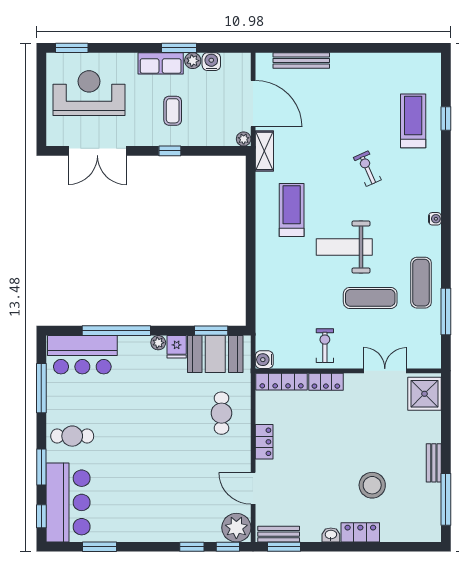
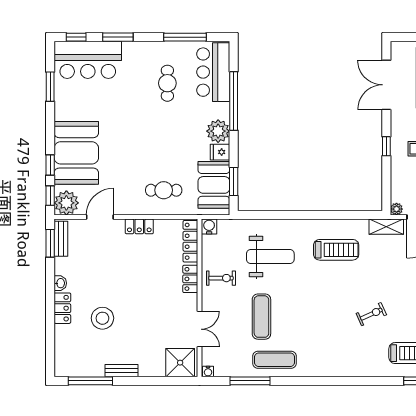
water cooler: (435, 219) -> (208, 371), moved
weight bench: (344, 247) -> (270, 257), moved, turned 90
plant: (158, 343) -> (218, 131), width x1.87, depth x1.87
cafe table: (72, 436) -> (167, 83), moved
booth: (177, 516) -> (76, 153), added

